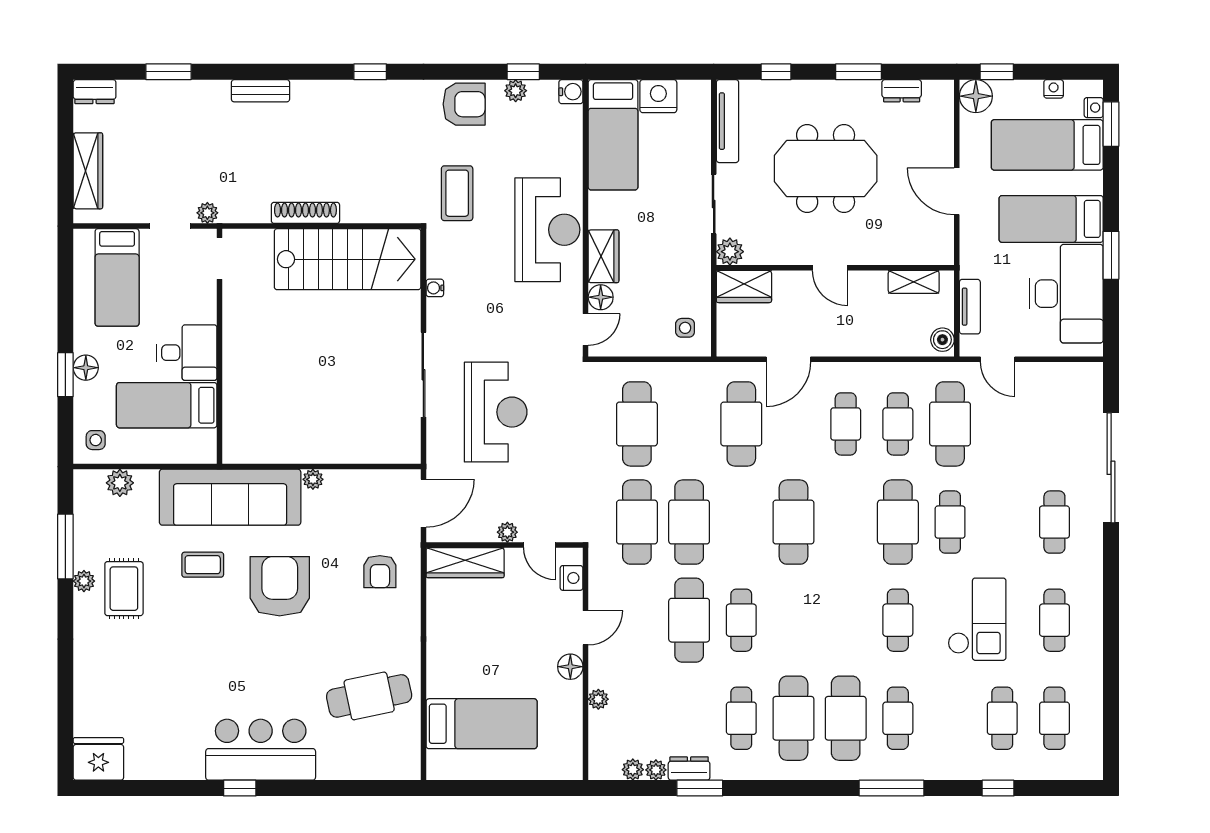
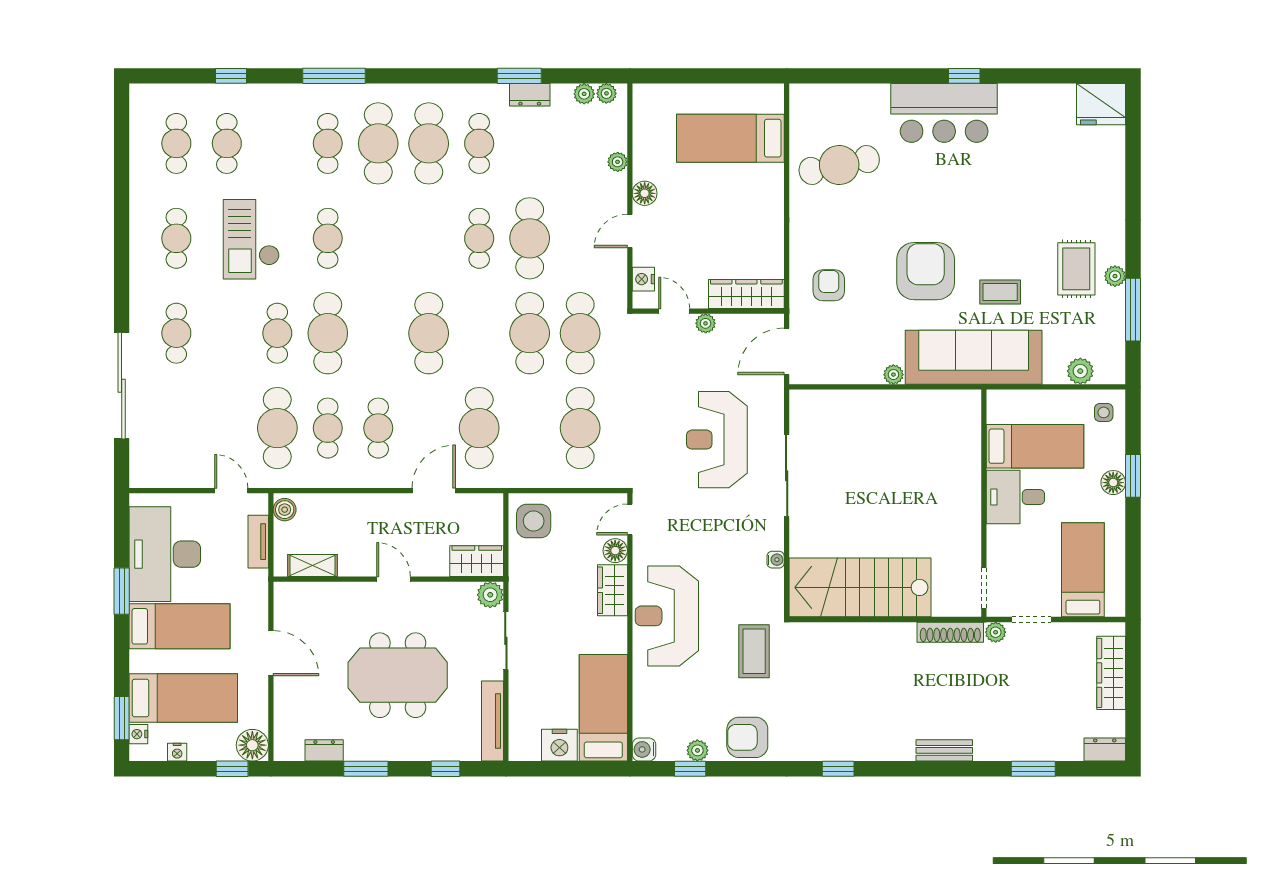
shoe rack: (305, 213) -> (950, 632), moved
side table: (685, 328) -> (534, 521), width x1.87, depth x1.87
armchair: (280, 586) -> (926, 271), turned 180
plant: (656, 770) -> (606, 93), moved

